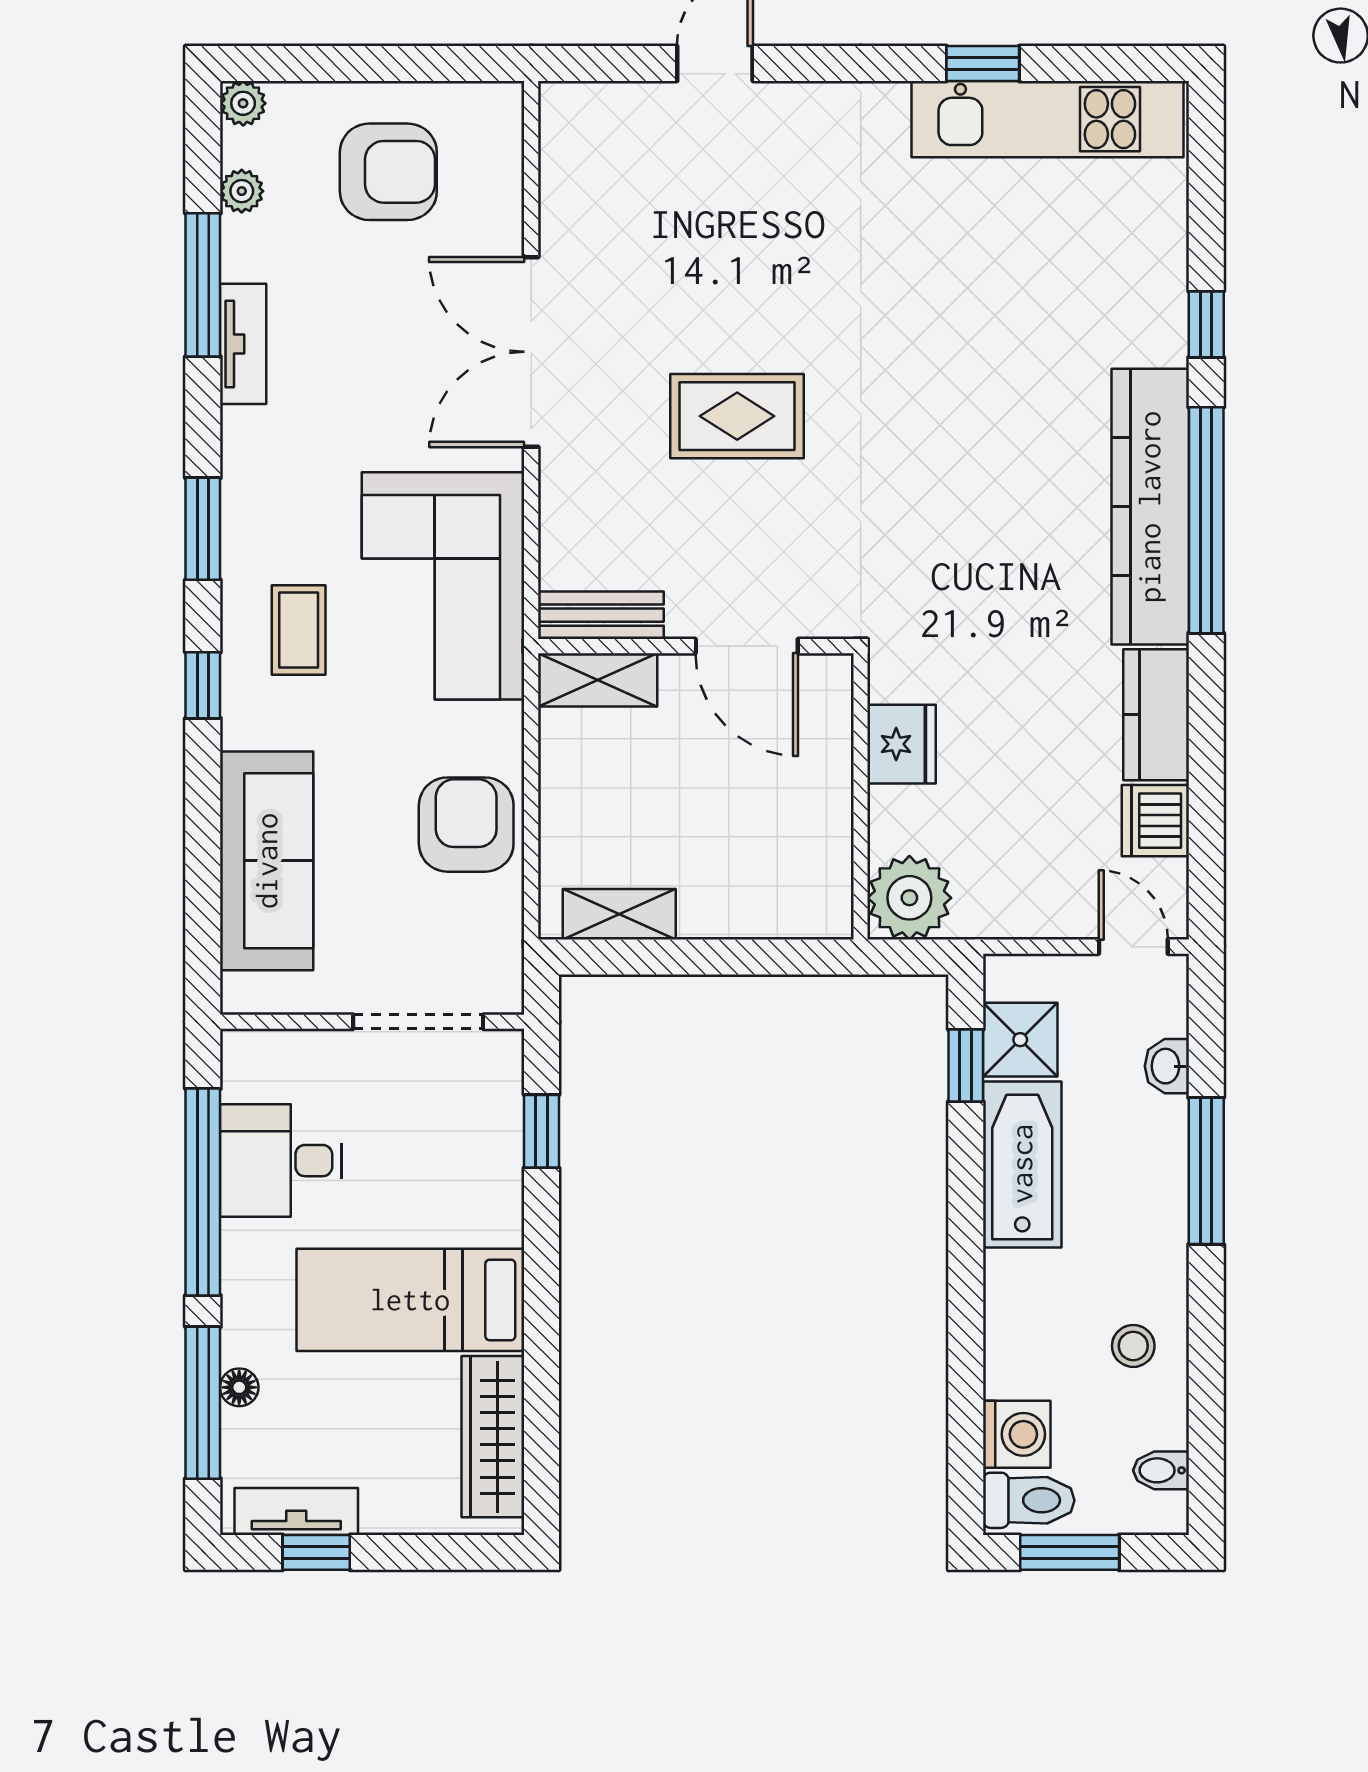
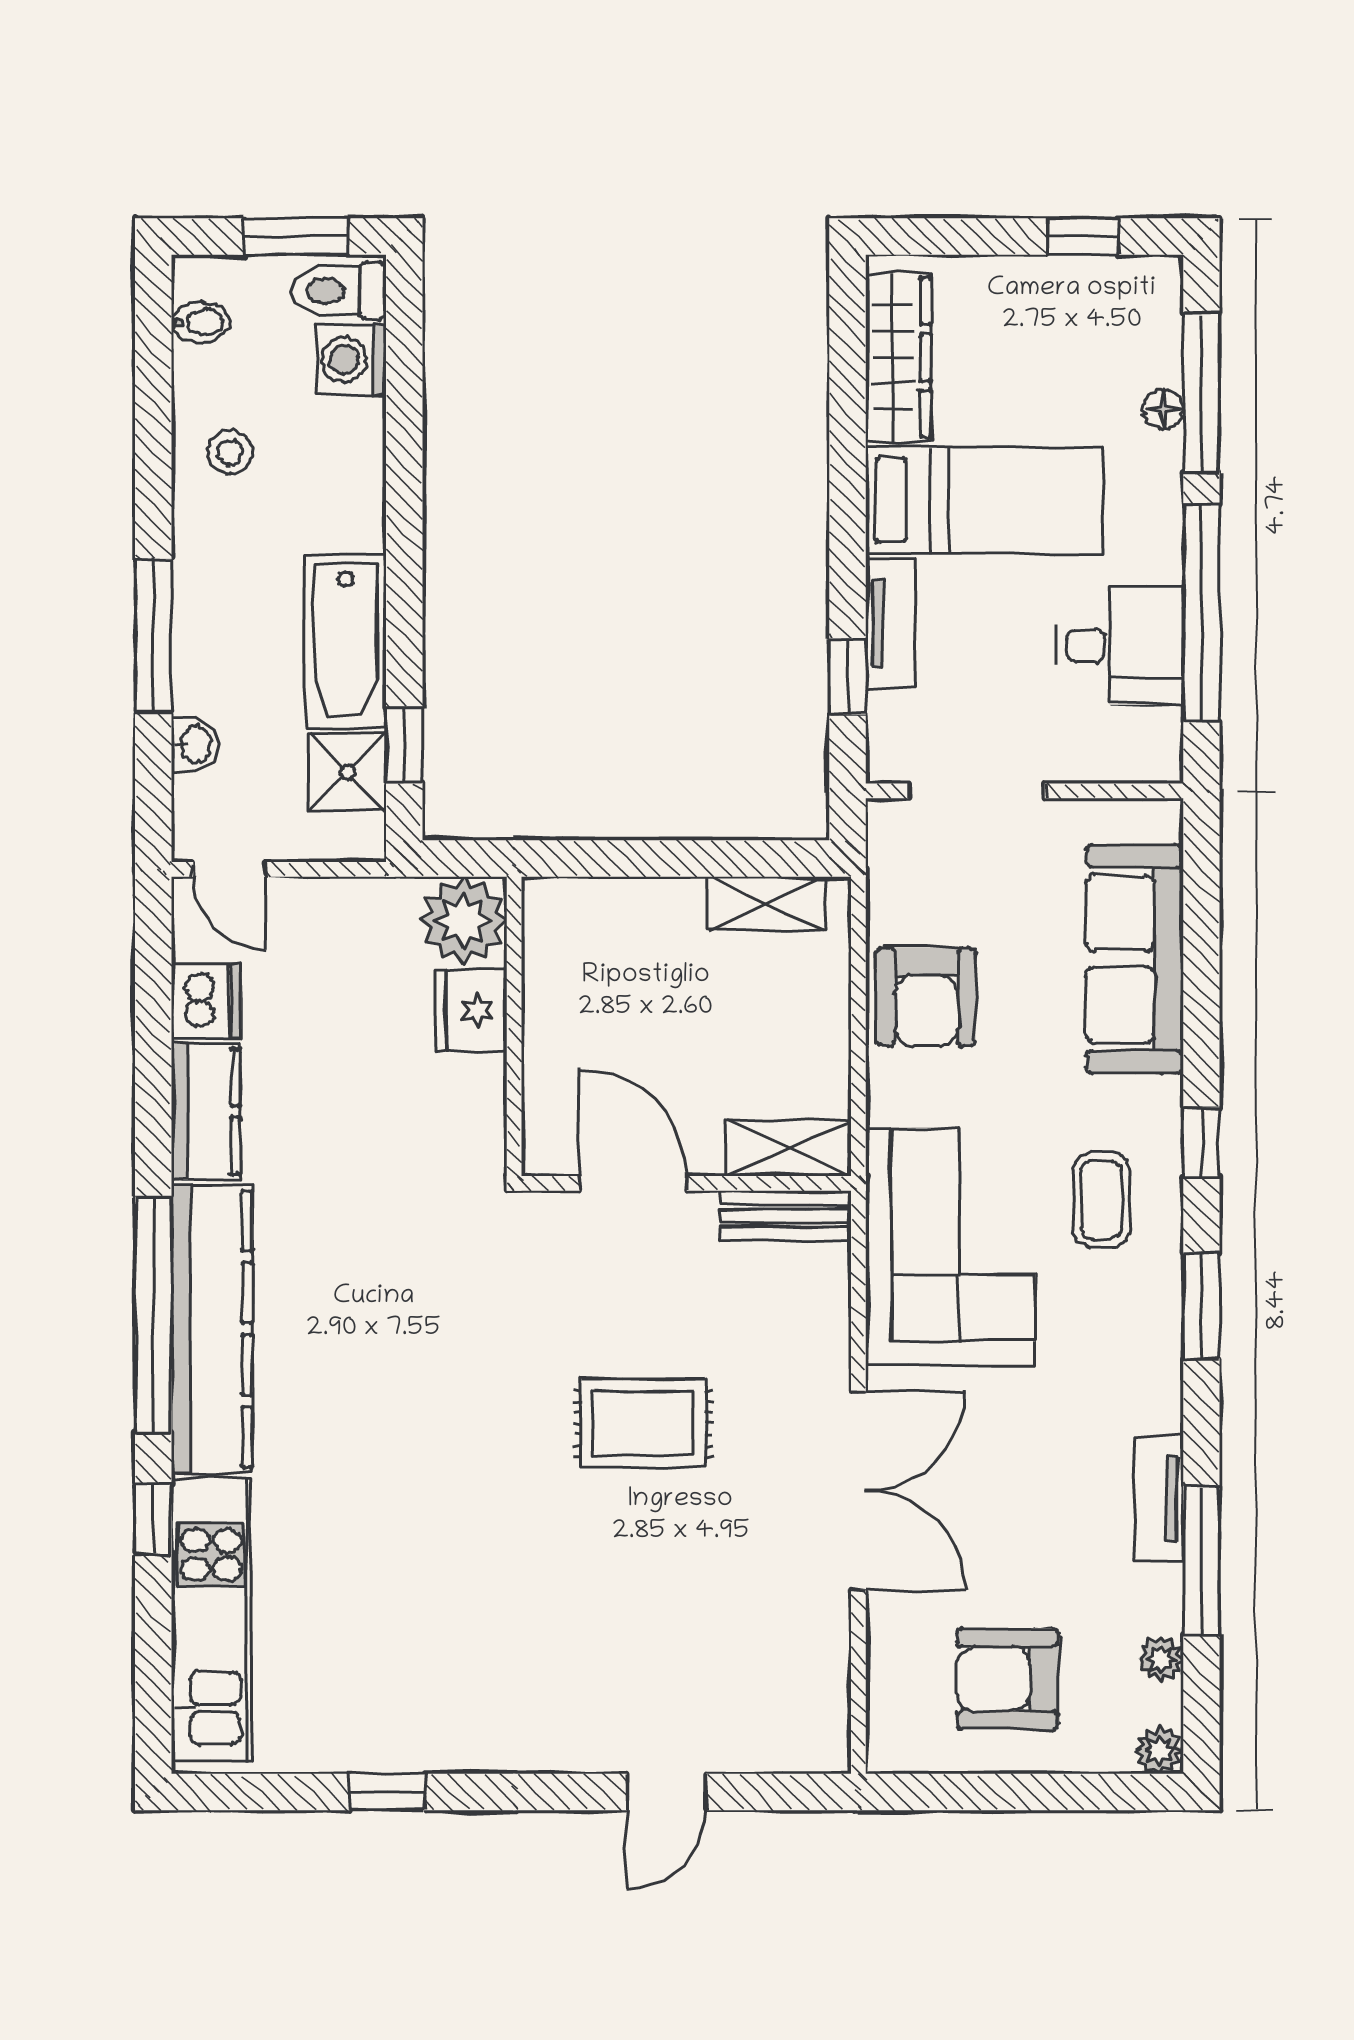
kitchen unit: (1047, 119) -> (211, 1620), moved, turned 90
fridge: (902, 744) -> (471, 1010), moved
tv unit: (296, 1511) -> (890, 623), moved, turned -90

